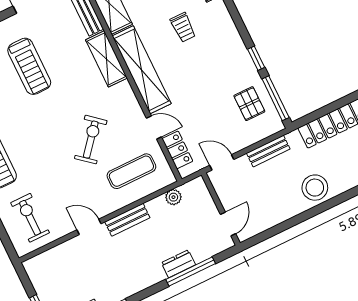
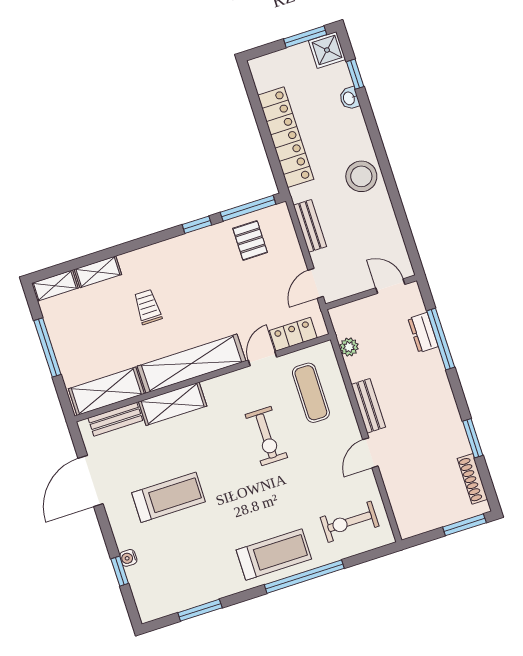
trolley: (183, 27) -> (148, 307), turned -90
pallet: (249, 104) -> (250, 240), turned 90
exercise bike: (91, 140) -> (266, 436), turned -130
dresser: (178, 264) -> (423, 333), moved

